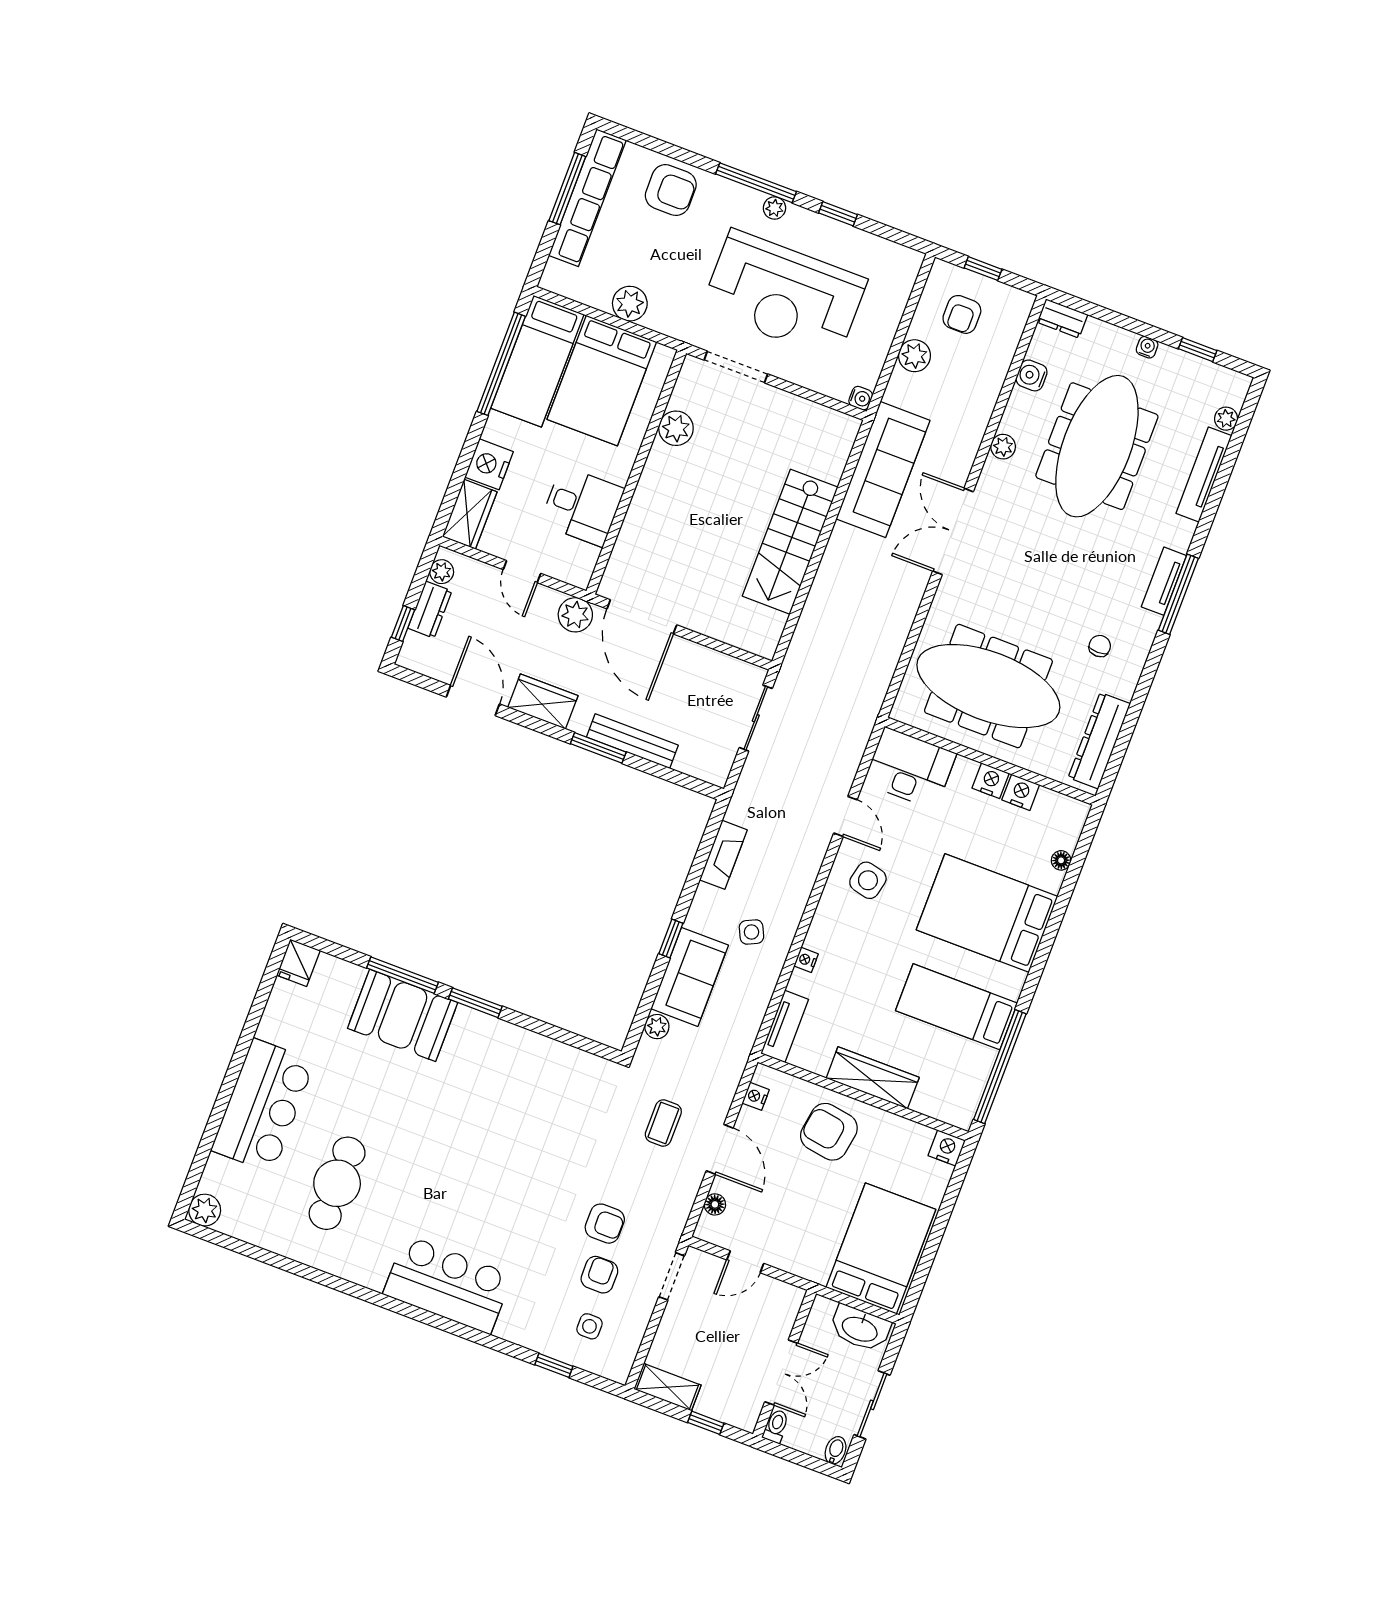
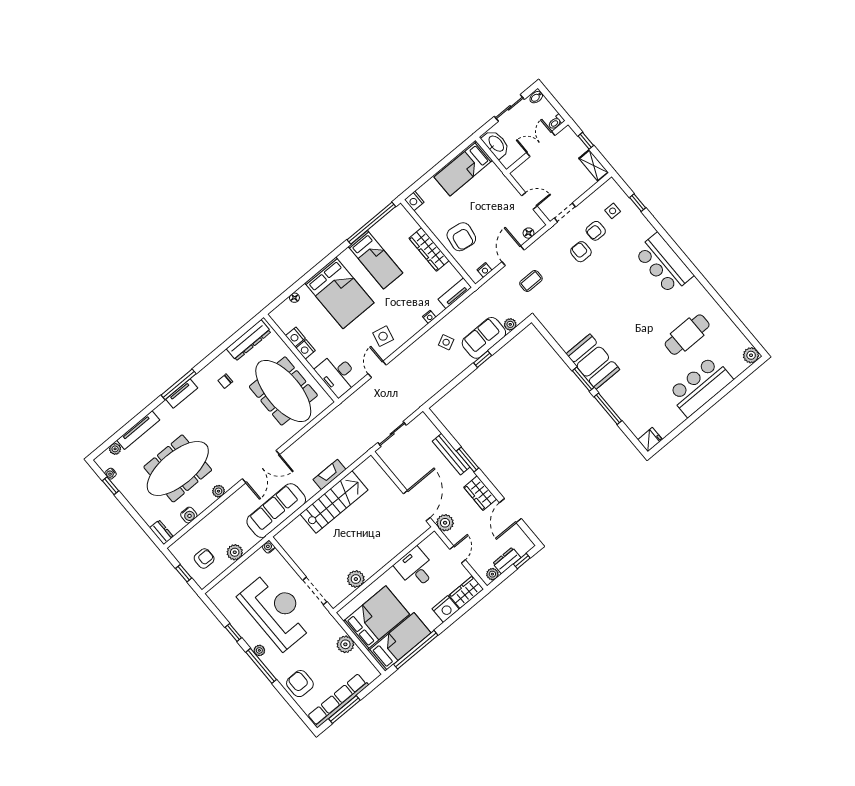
water cooler: (1147, 347) -> (111, 474), moved
fireplace: (723, 855) -> (330, 474), moved
booth: (403, 1015) -> (593, 362), moved
bed: (881, 1248) -> (463, 169), width x0.67

